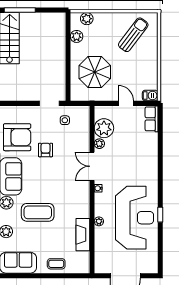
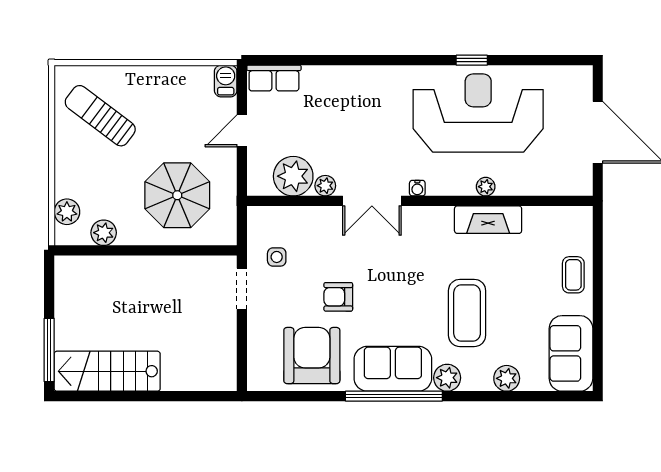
fireplace: (83, 235) -> (488, 220), moved

